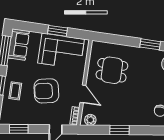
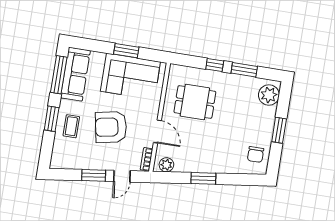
window: (127, 41) -> (215, 65), added
sofa: (19, 45) -> (75, 74), width x1.36
window: (19, 129) -> (94, 175), moved

